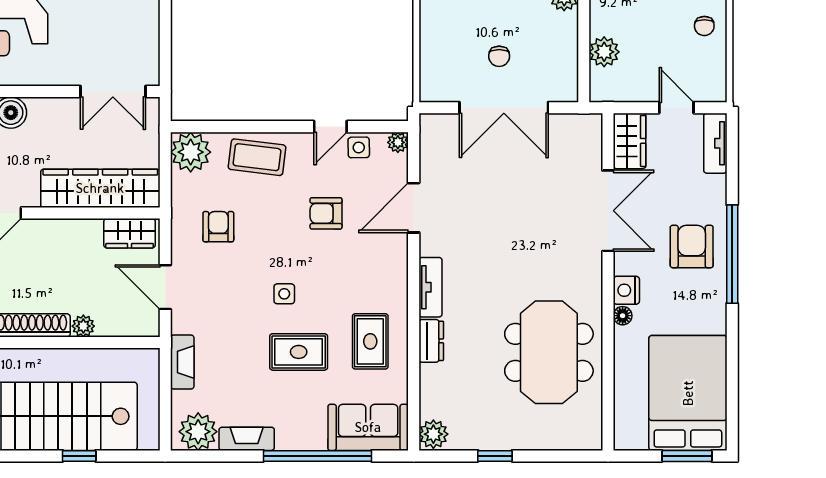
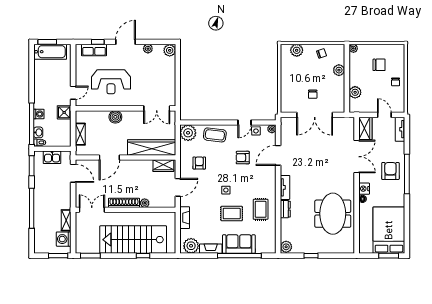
door: (165, 287) -> (178, 187), swing flipped
sofa: (368, 427) -> (239, 244), moved

